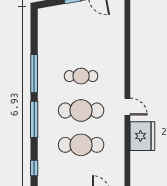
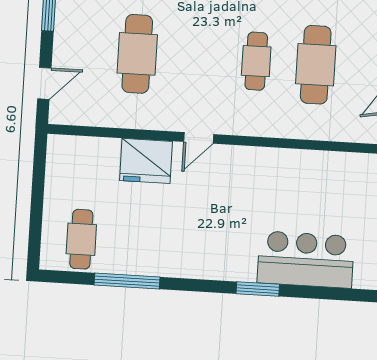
cafe table: (81, 110) -> (316, 65), moved

